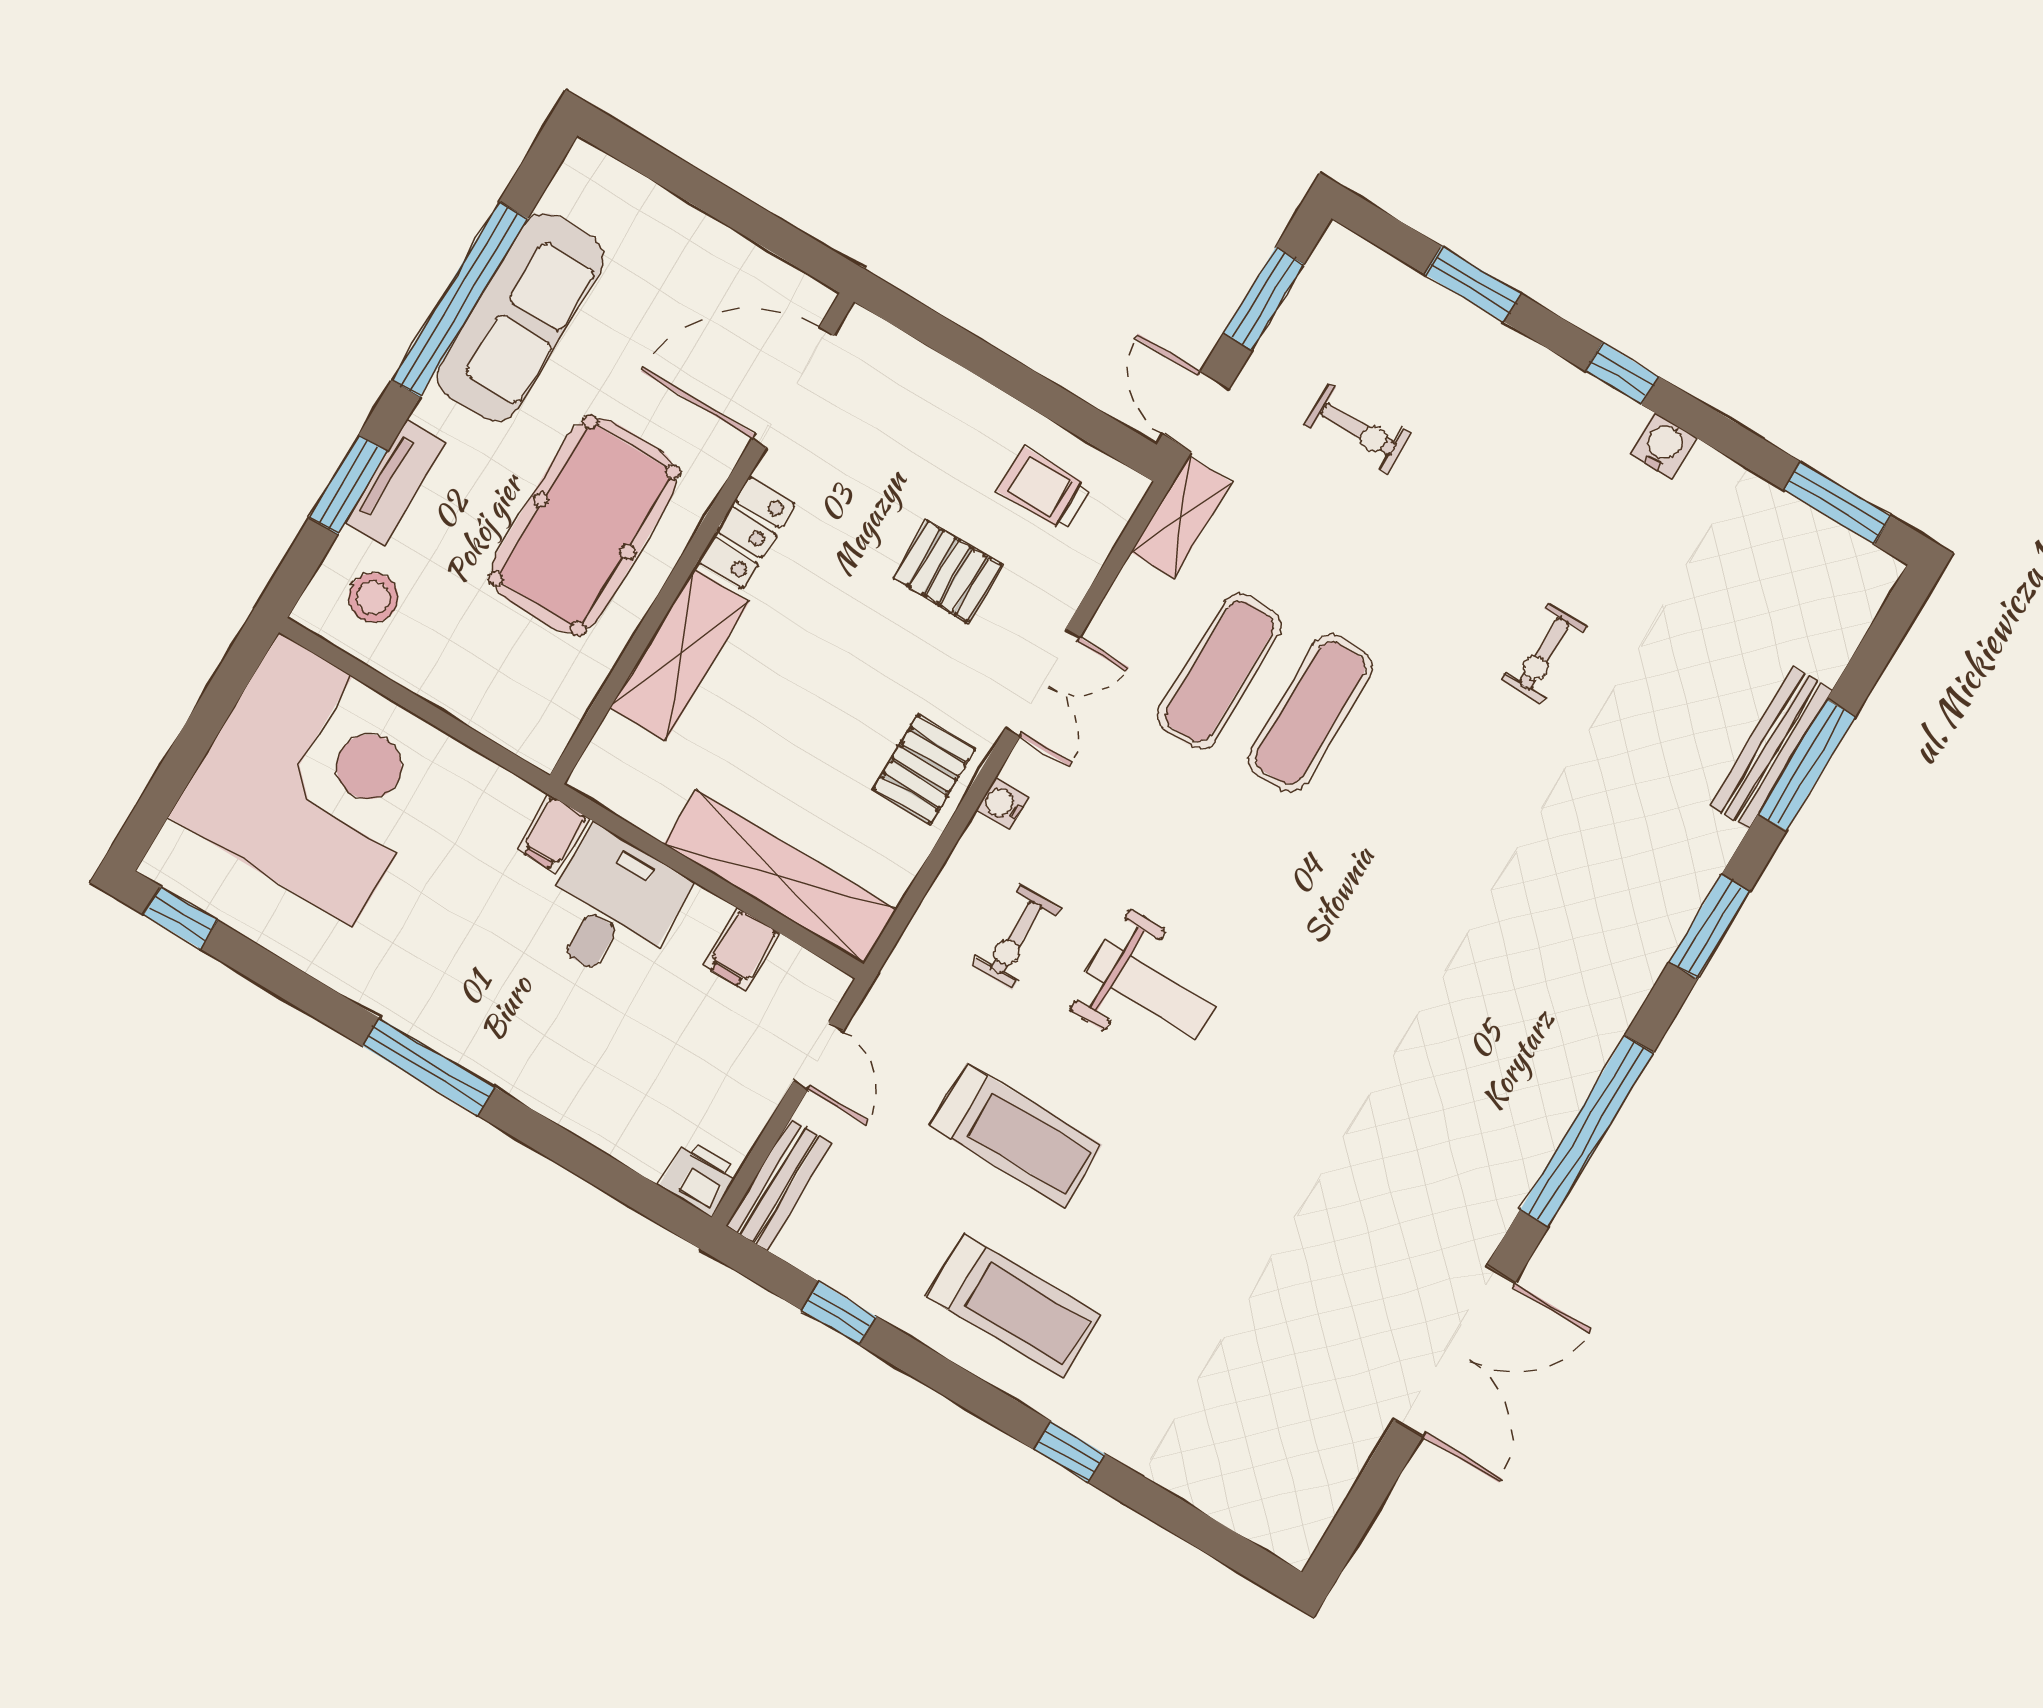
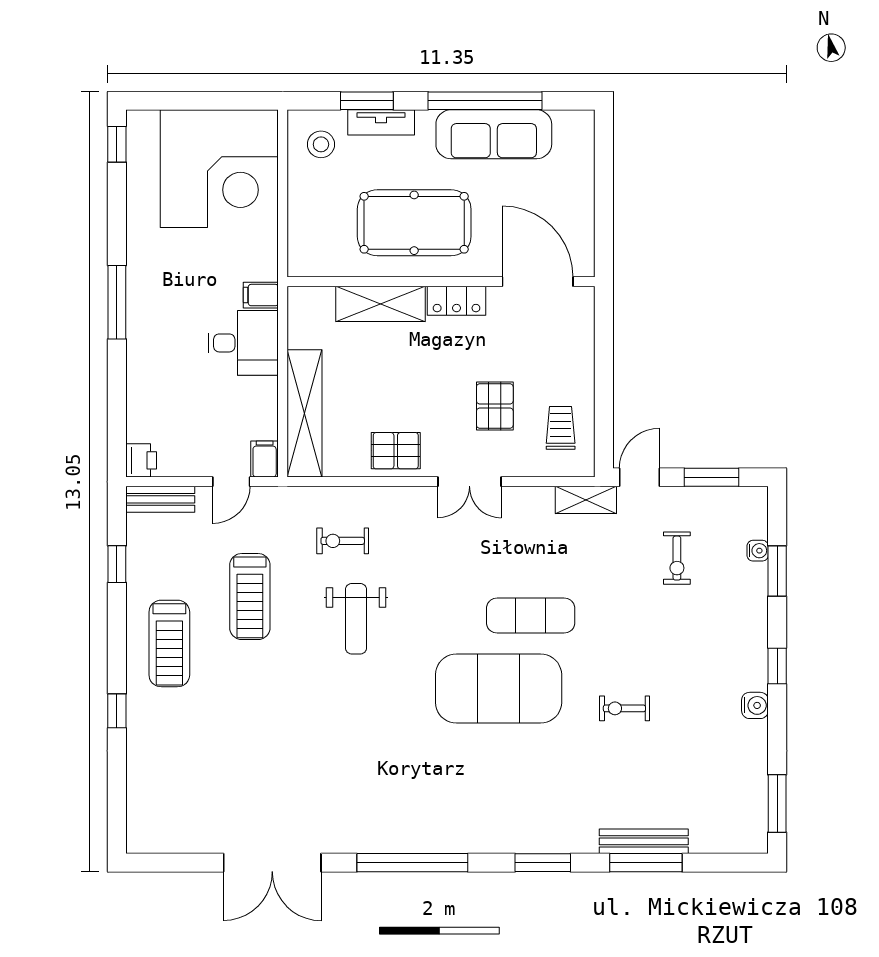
exercise mat: (1220, 671) -> (499, 689), moved, width x2.00, depth x1.45
water cooler: (1002, 804) -> (758, 551), moved, turned 90
filing cabinet: (742, 949) -> (265, 459), moved, turned 90

